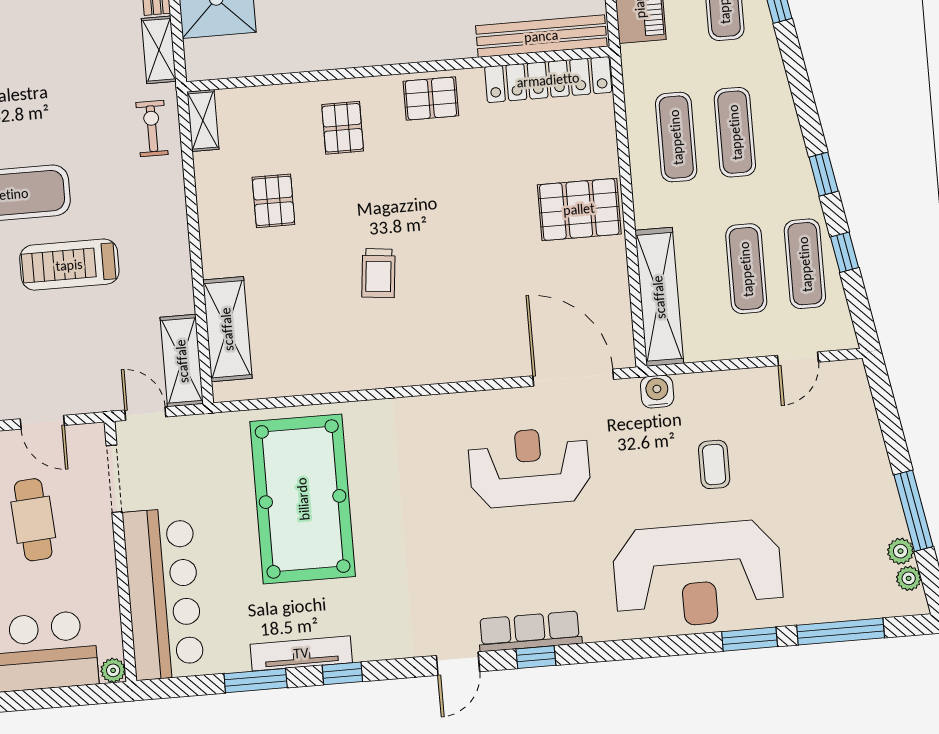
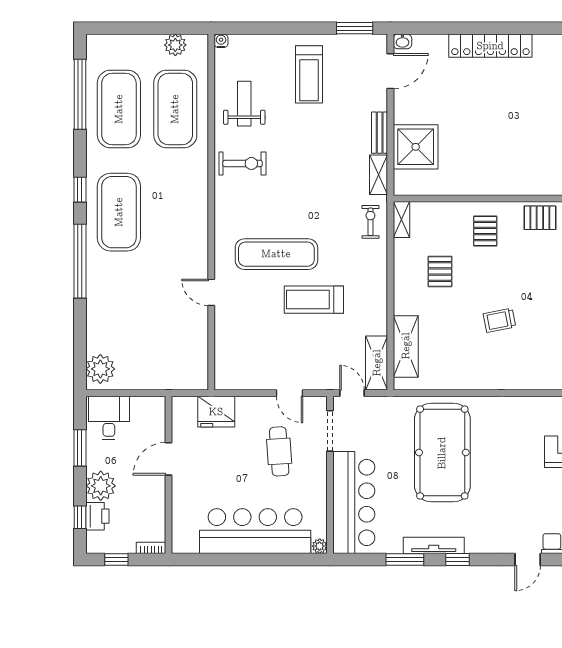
trolley: (378, 273) -> (499, 320), turned 73

